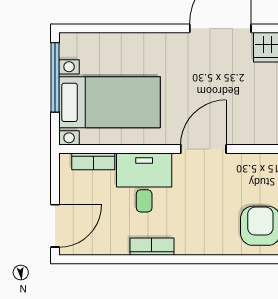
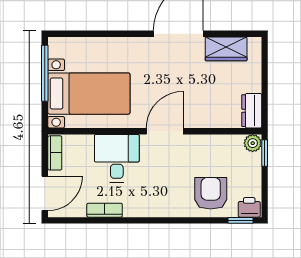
bookcase: (93, 161) -> (55, 153), moved, turned -90
bookcase: (152, 247) -> (105, 210), moved

